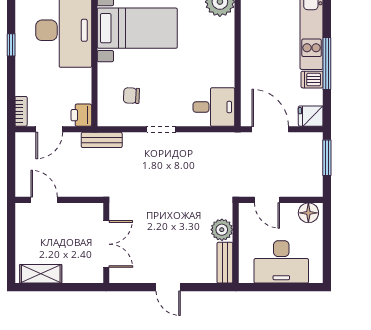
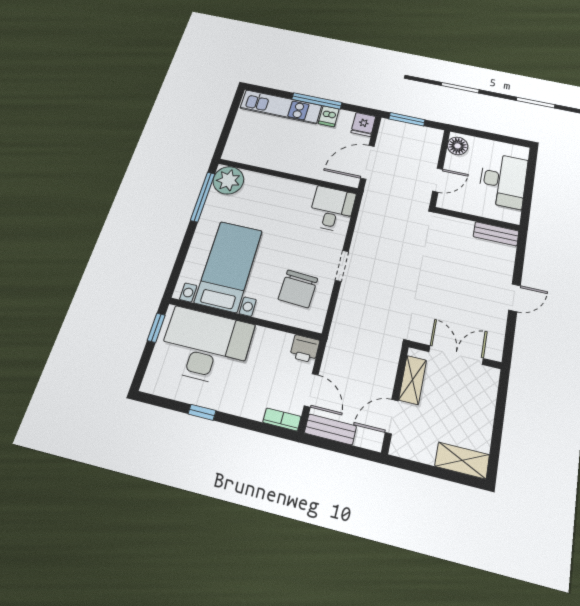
chair: (131, 96) -> (298, 289), width x1.87, depth x1.87
bench: (102, 140) -> (330, 429), moved, turned 90
shelving: (77, 211) -> (413, 380), added
plant: (222, 230) -> (461, 229), removed
shelving: (41, 274) -> (462, 460), moved, turned 90

